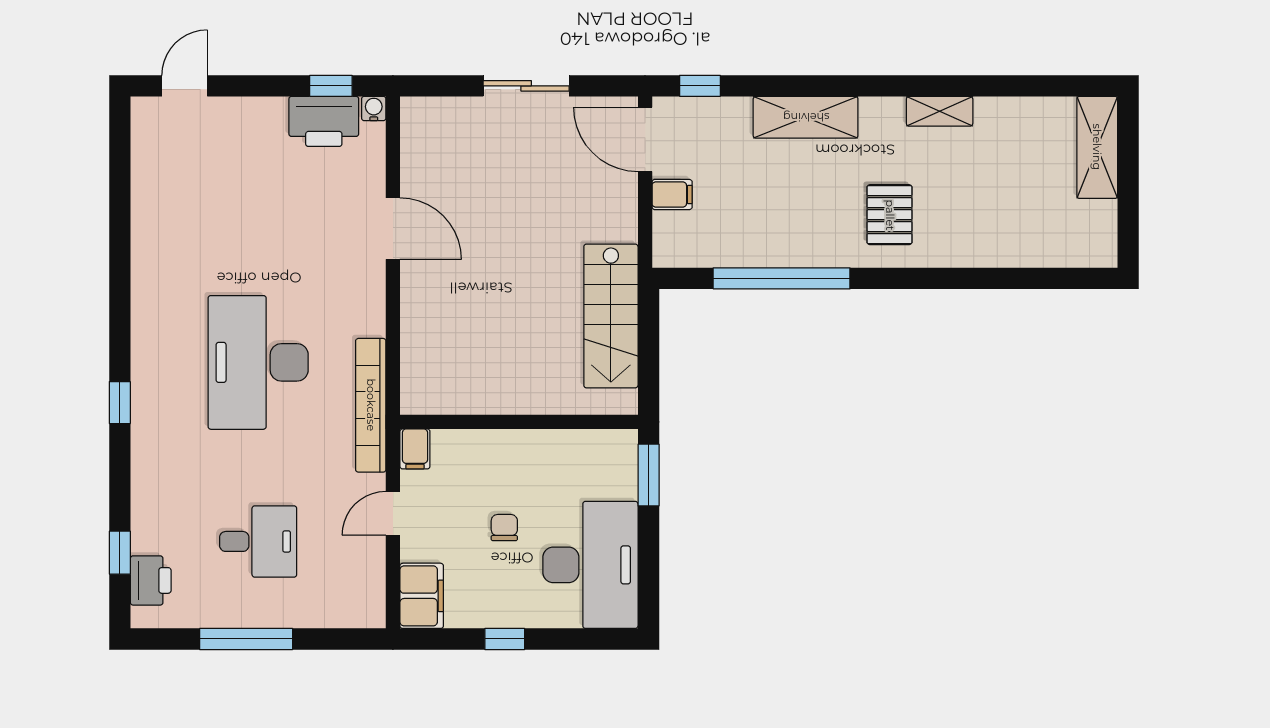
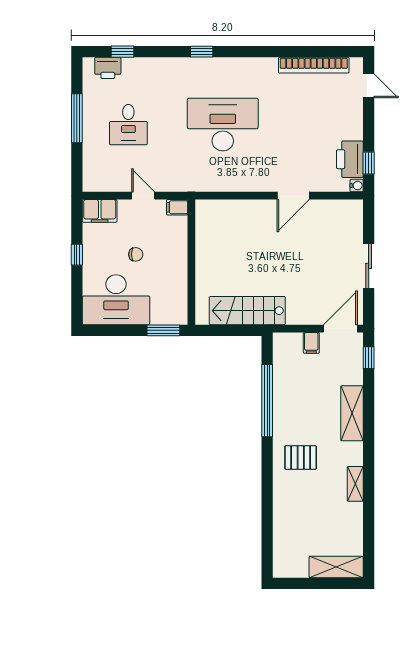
bookcase: (371, 405) -> (314, 65), moved, turned 180

